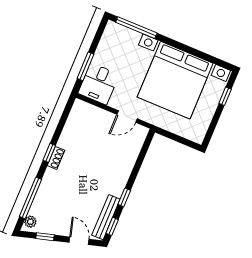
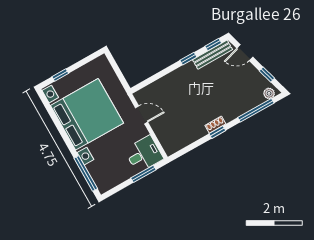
door: (79, 241) -> (245, 53), hinge flipped

